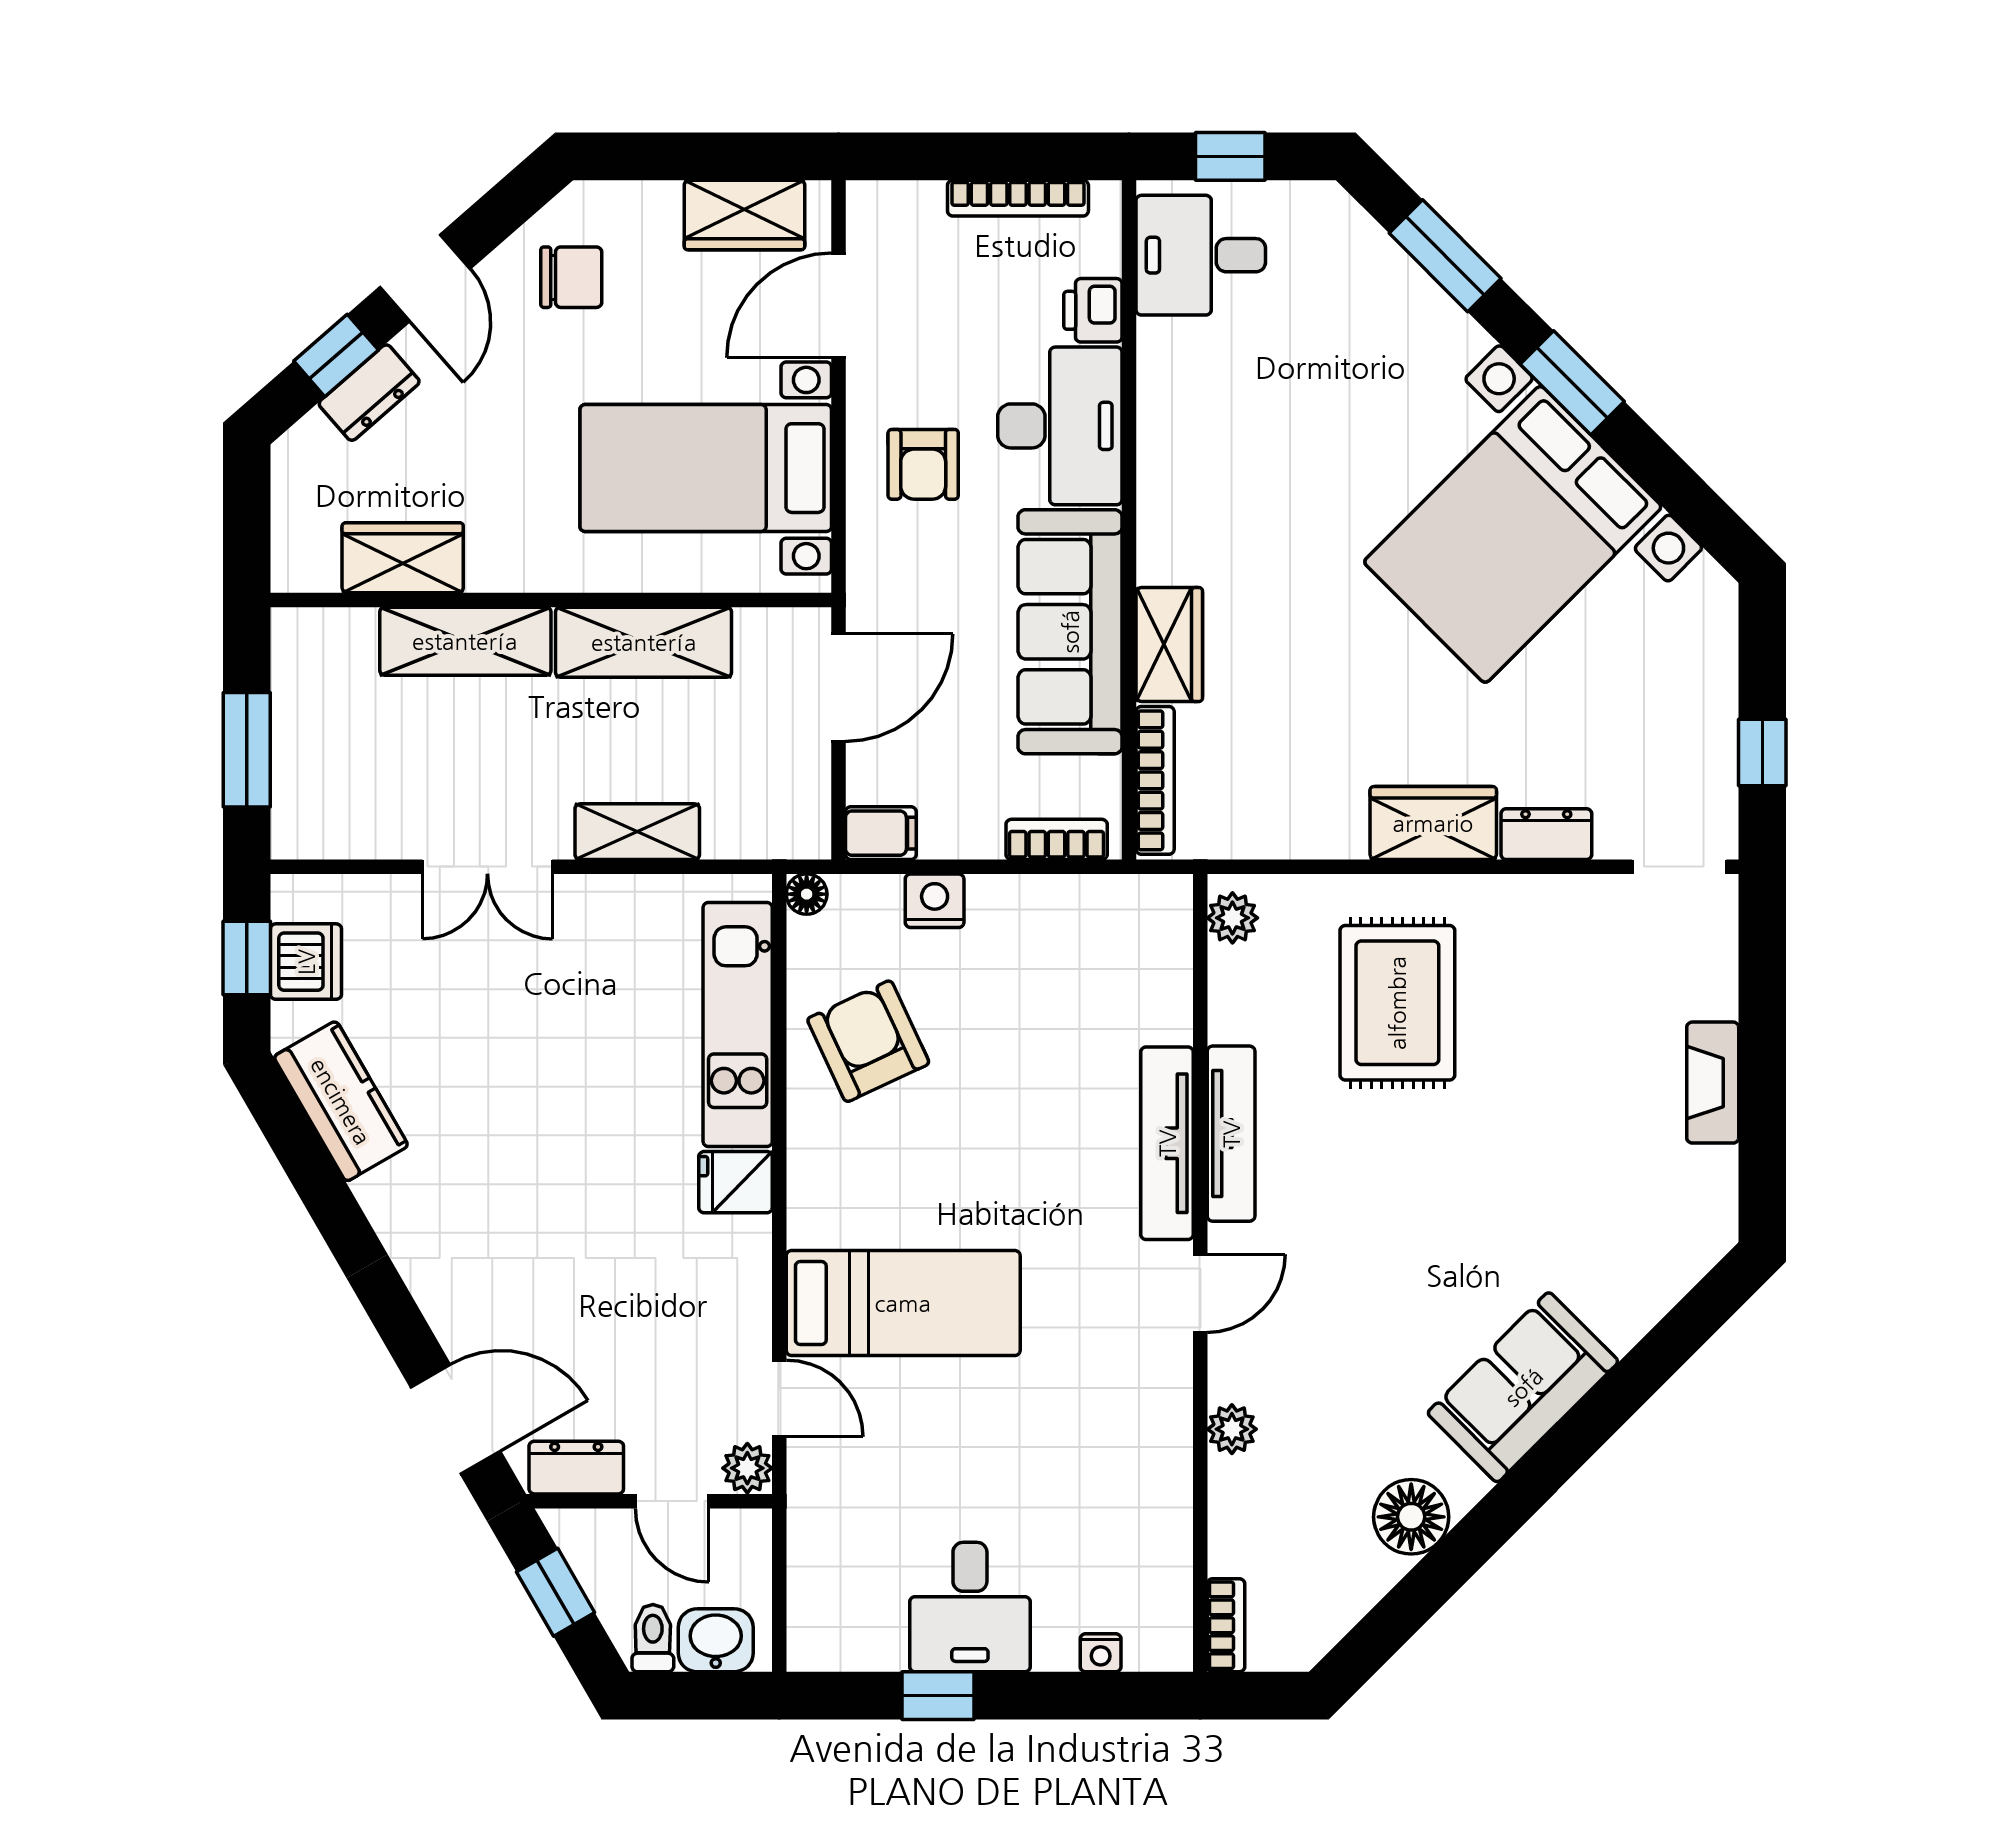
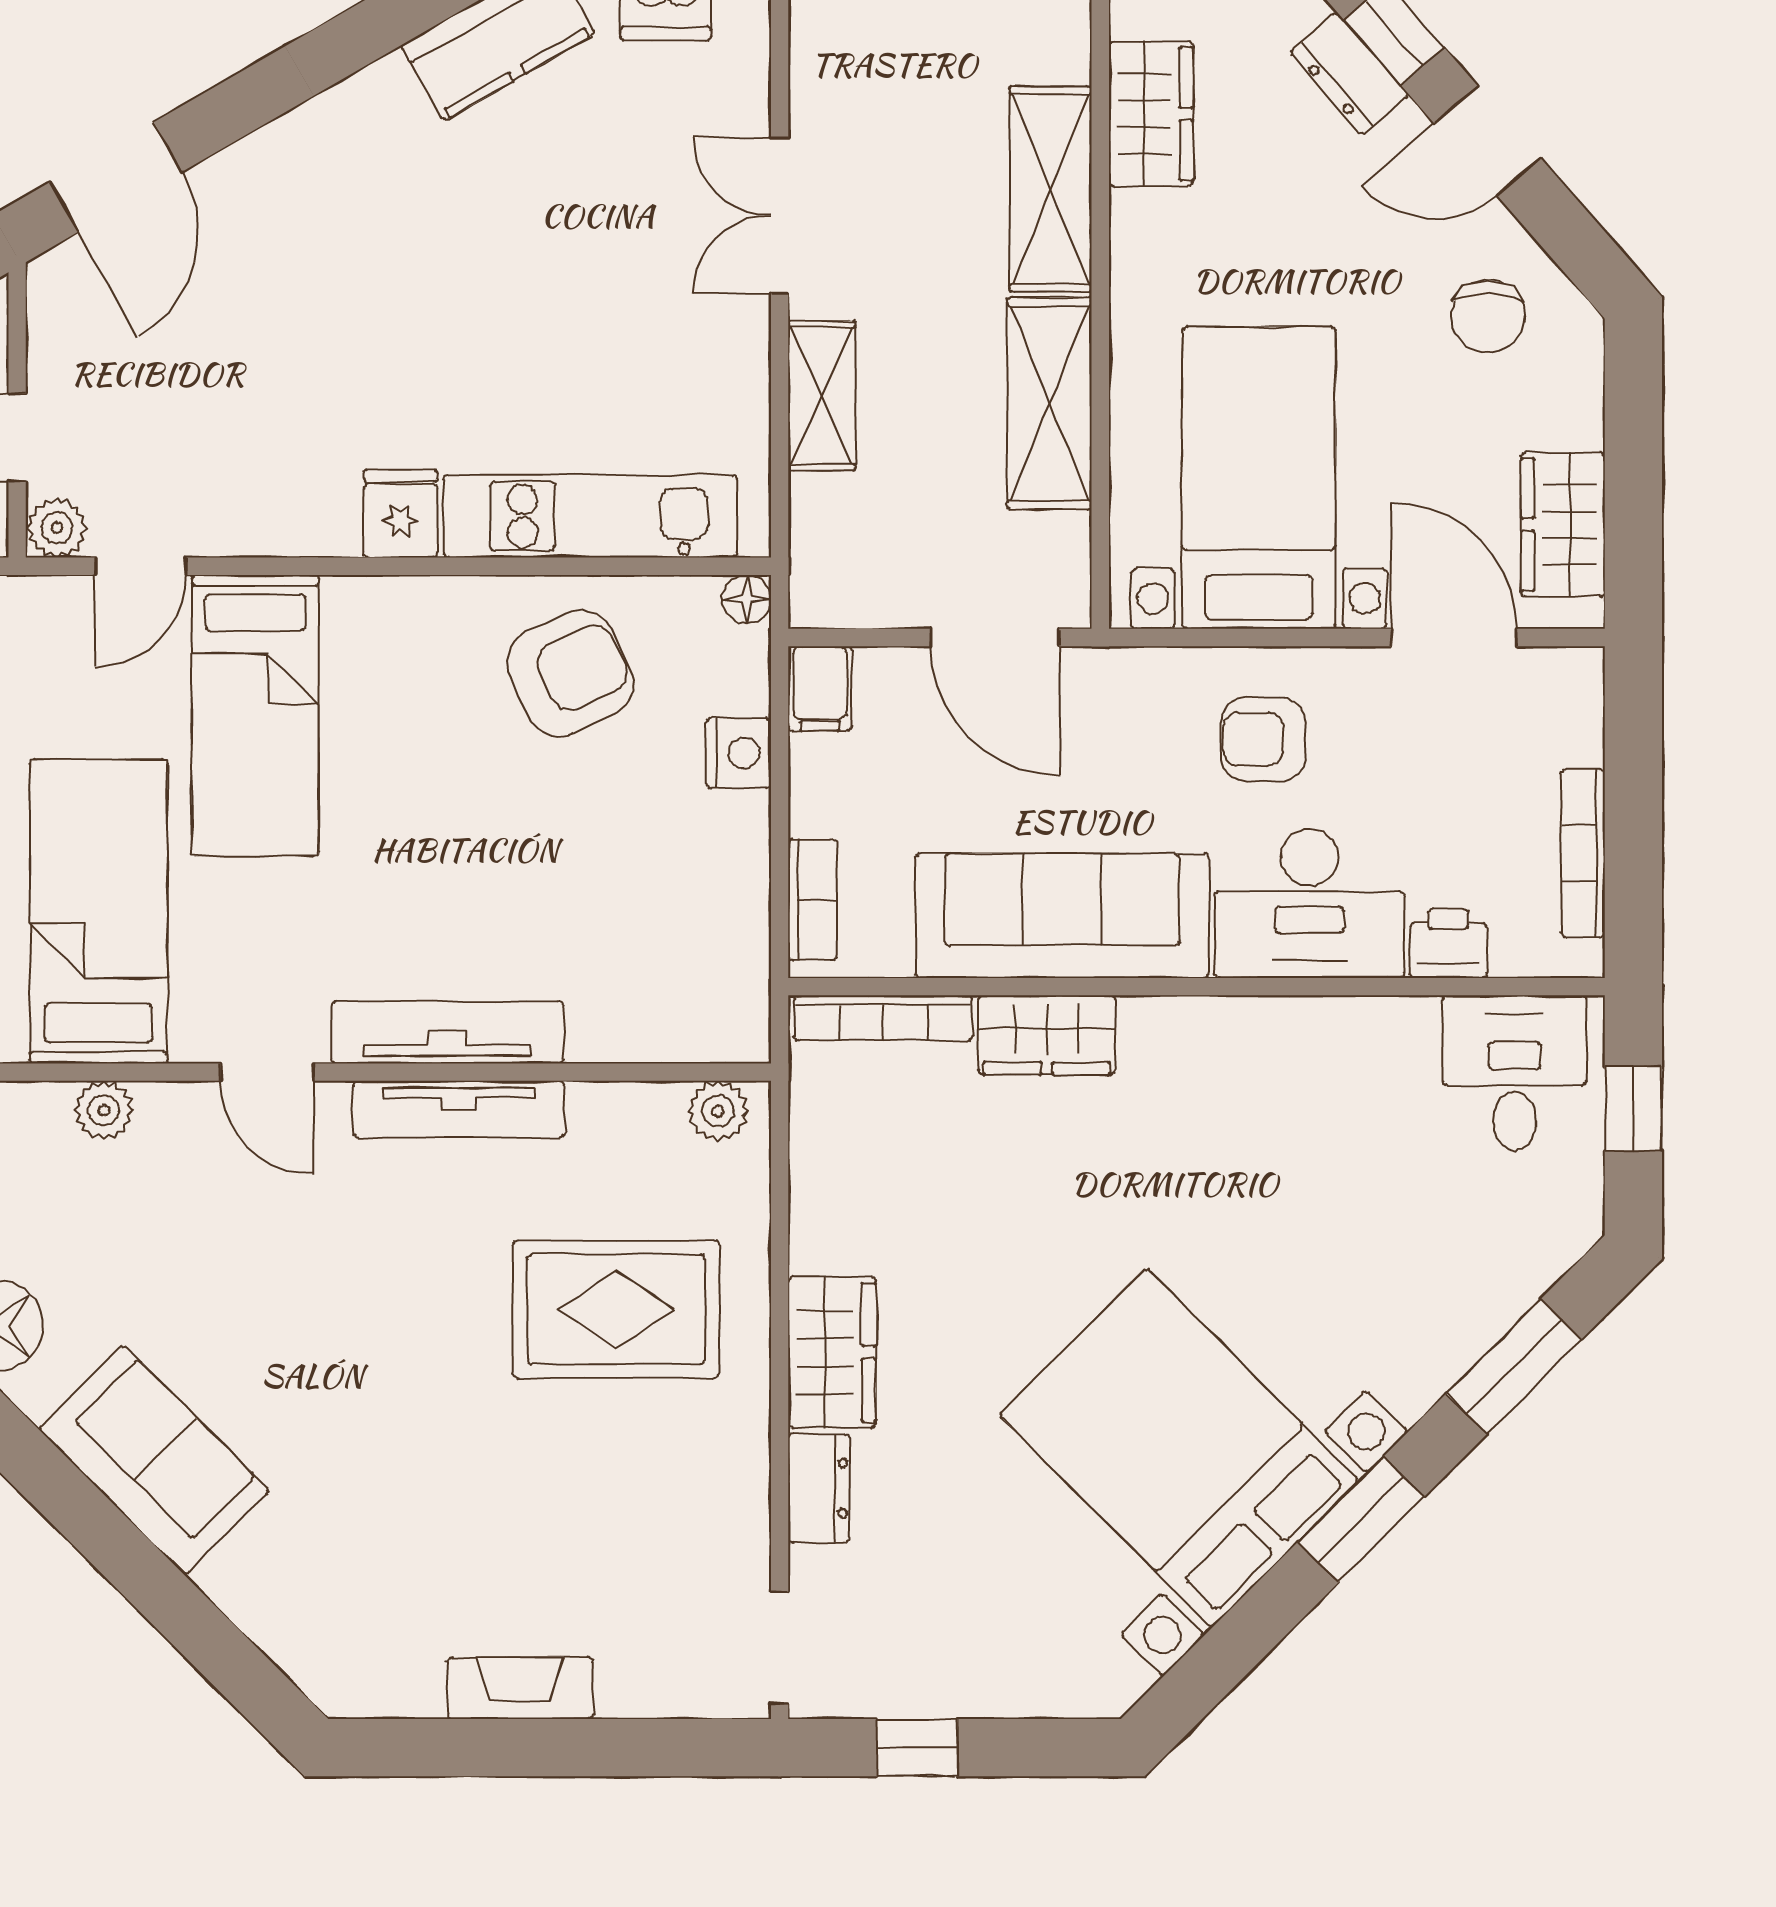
bed: (1066, 1433) -> (99, 911), added
dresser: (576, 1468) -> (58, 322), removed

